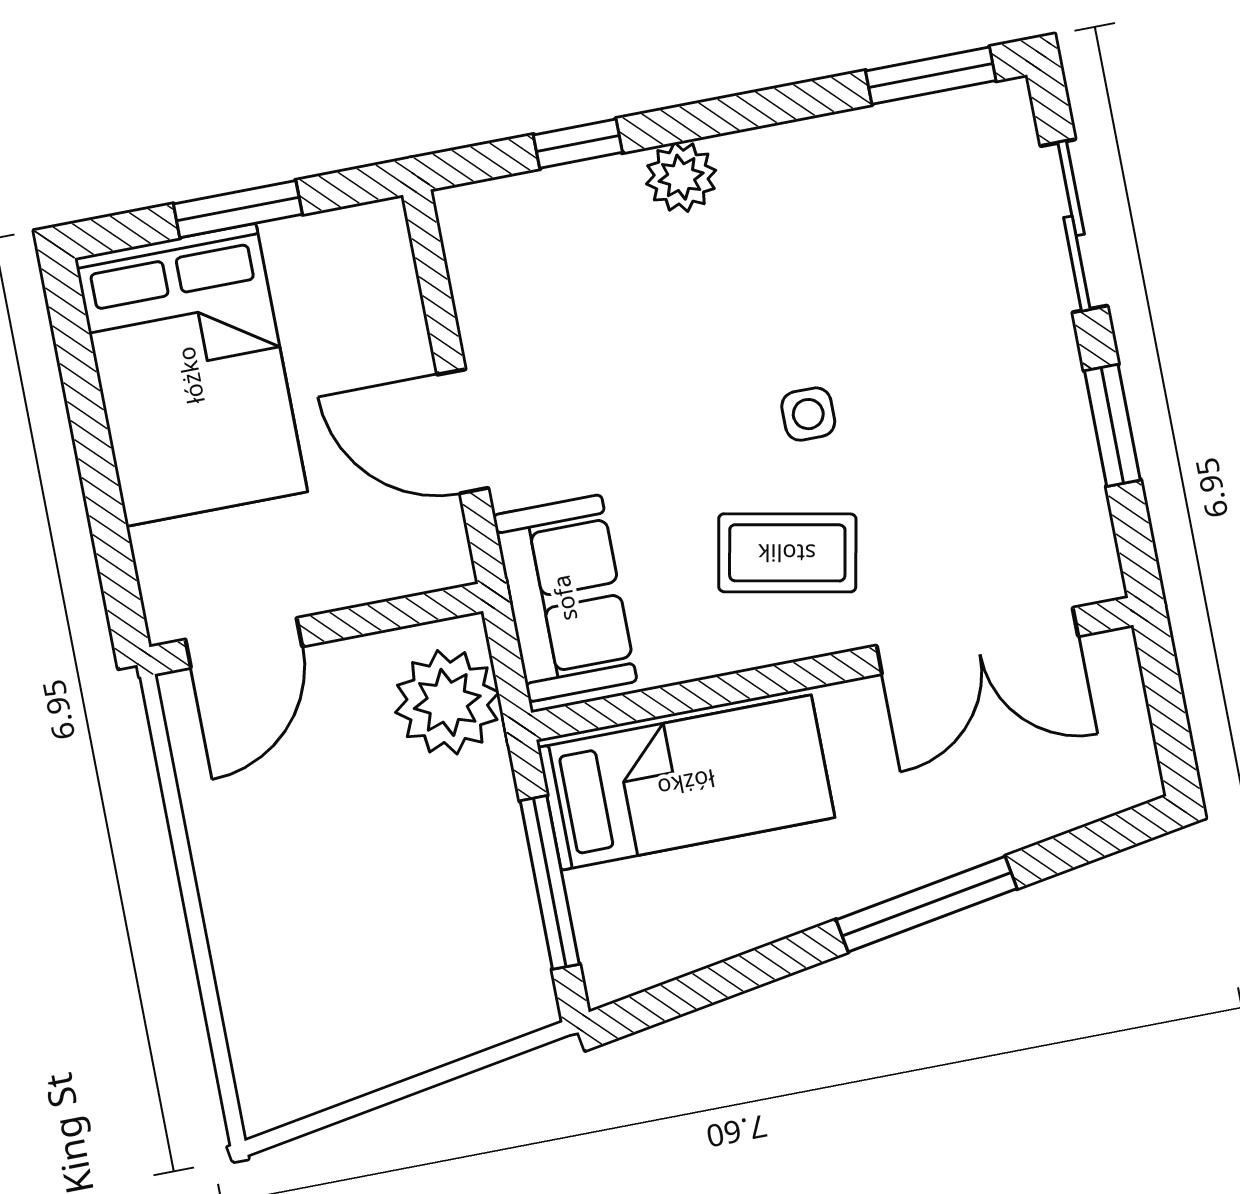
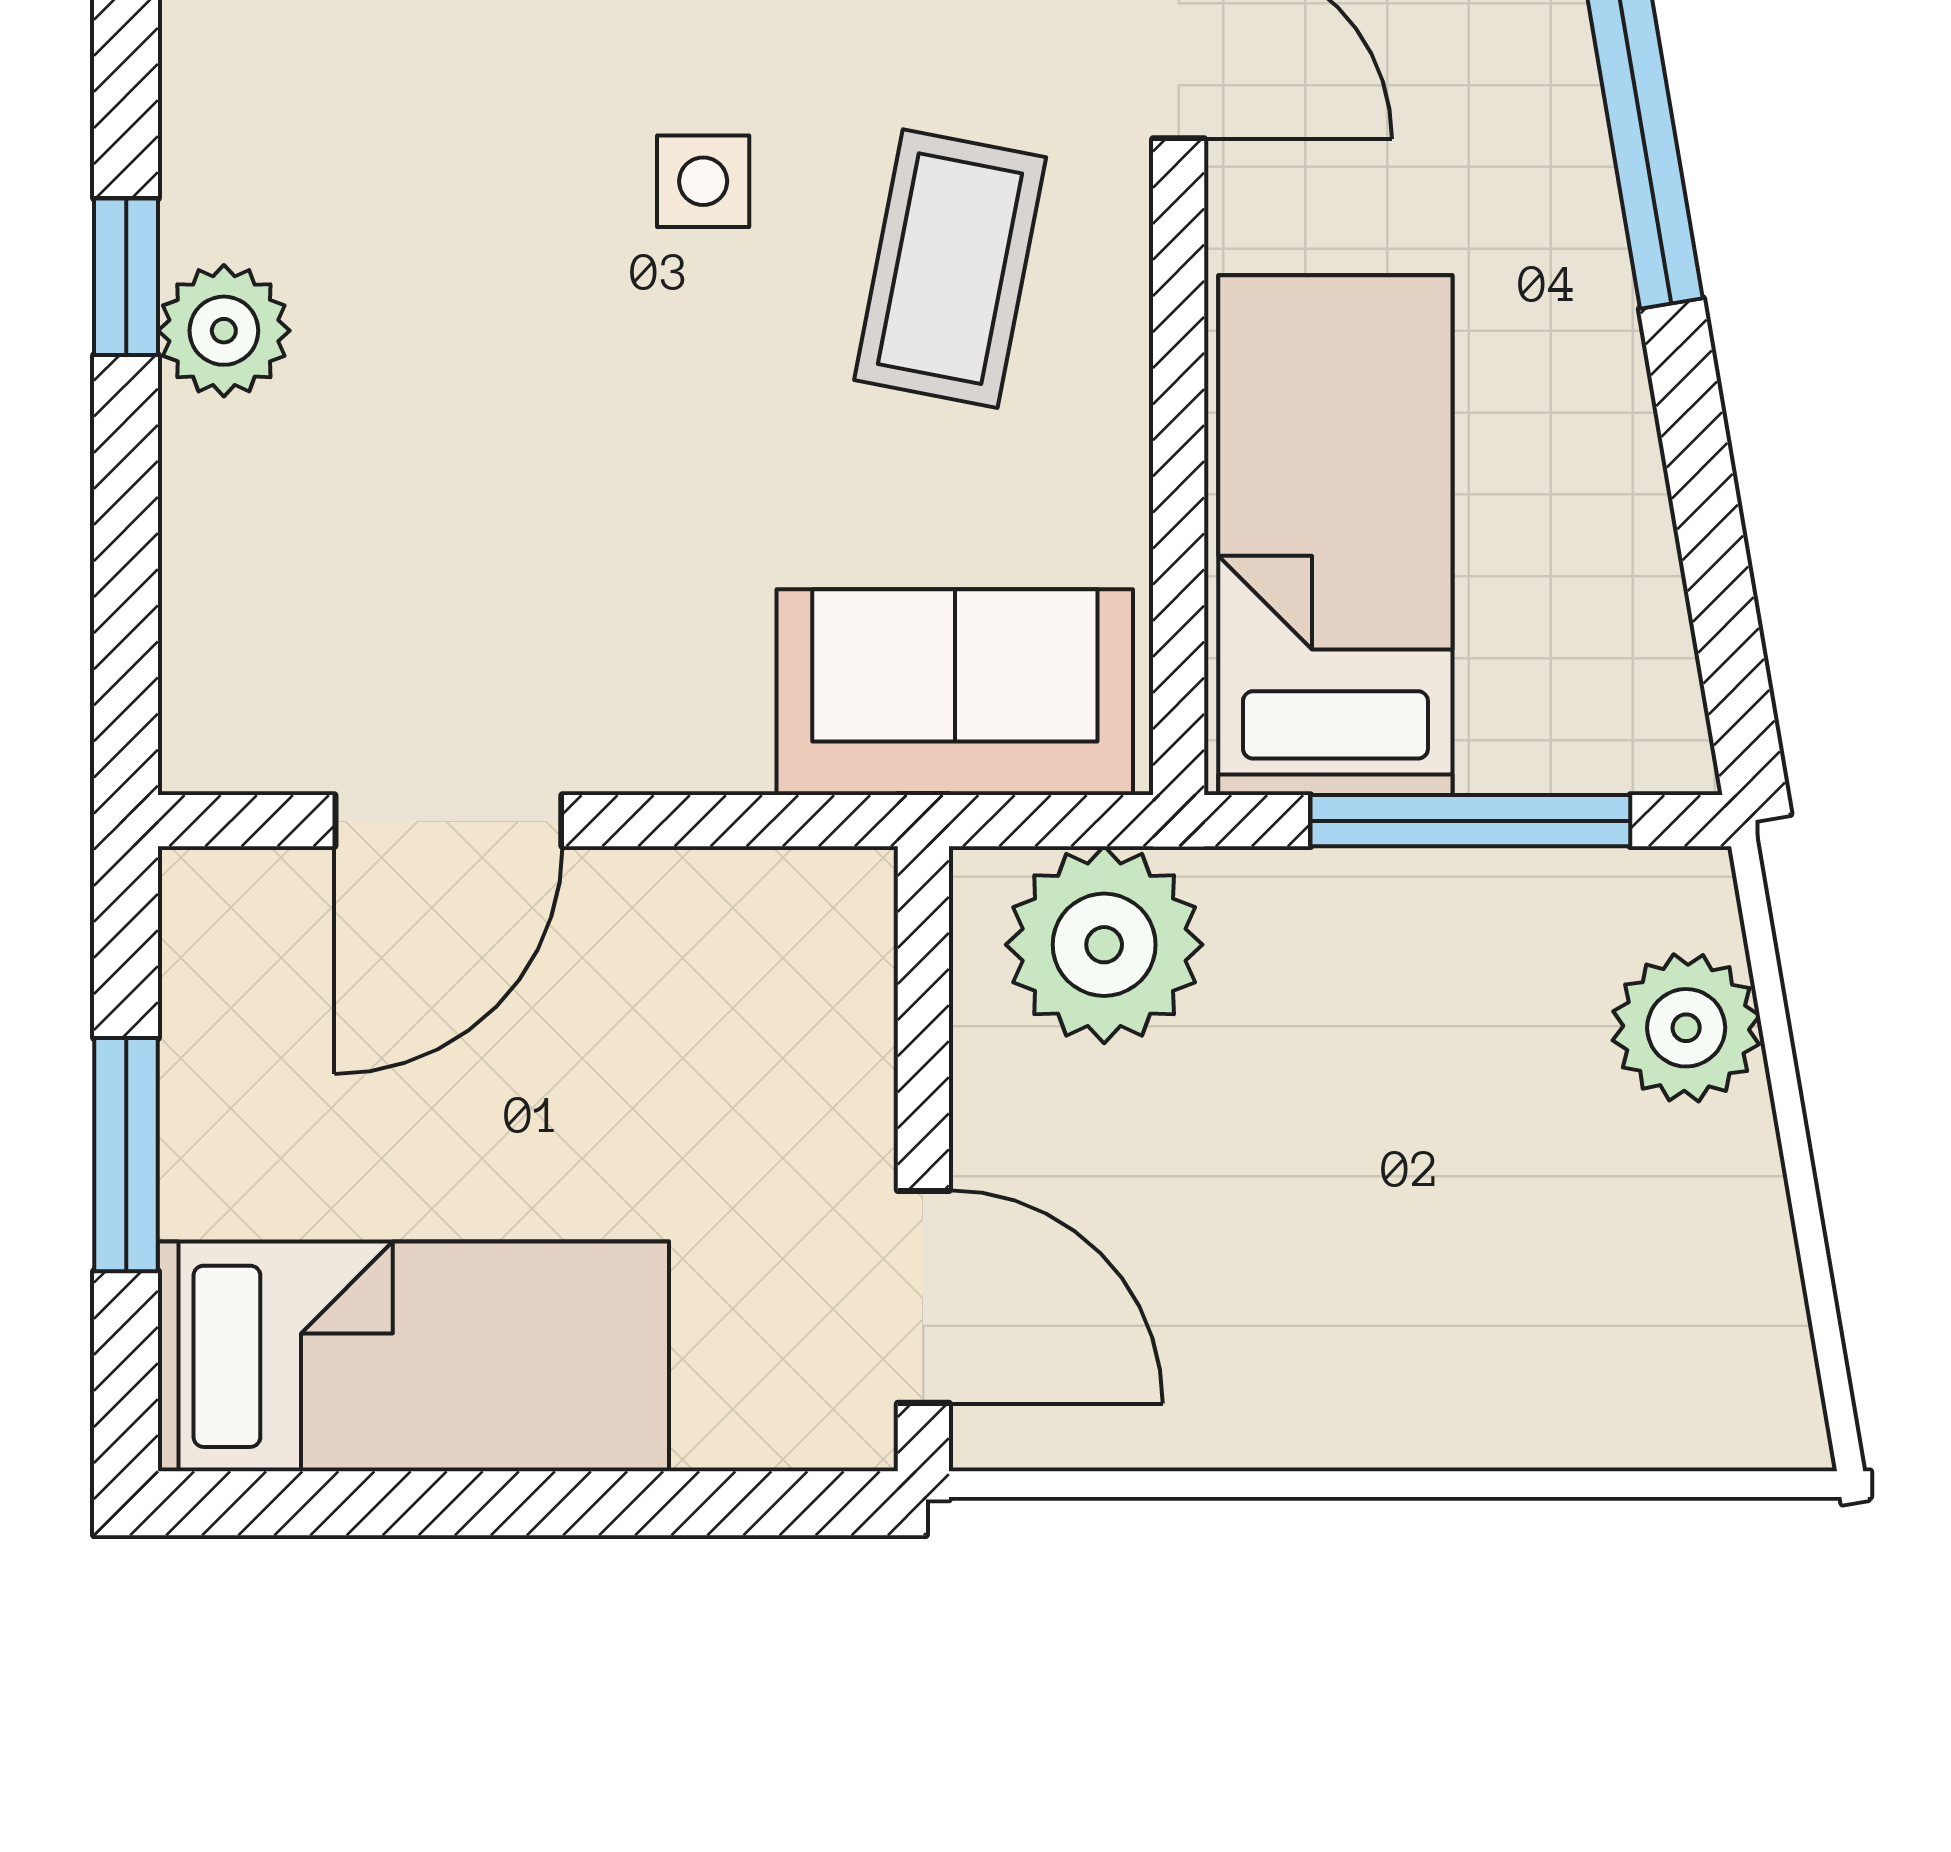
window: (578, 144) -> (126, 277), moved
bed: (191, 375) -> (413, 1356), width x0.67
door: (463, 431) -> (448, 821), moved
plant: (463, 1017) -> (1686, 1028), added

